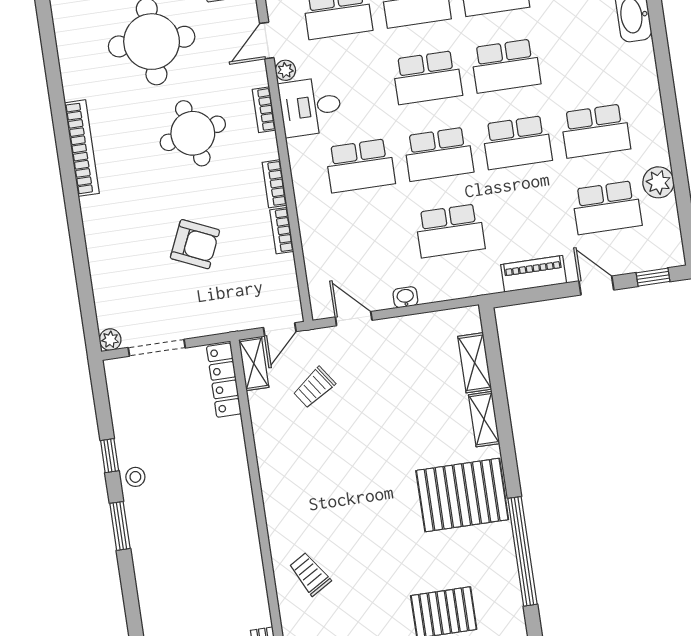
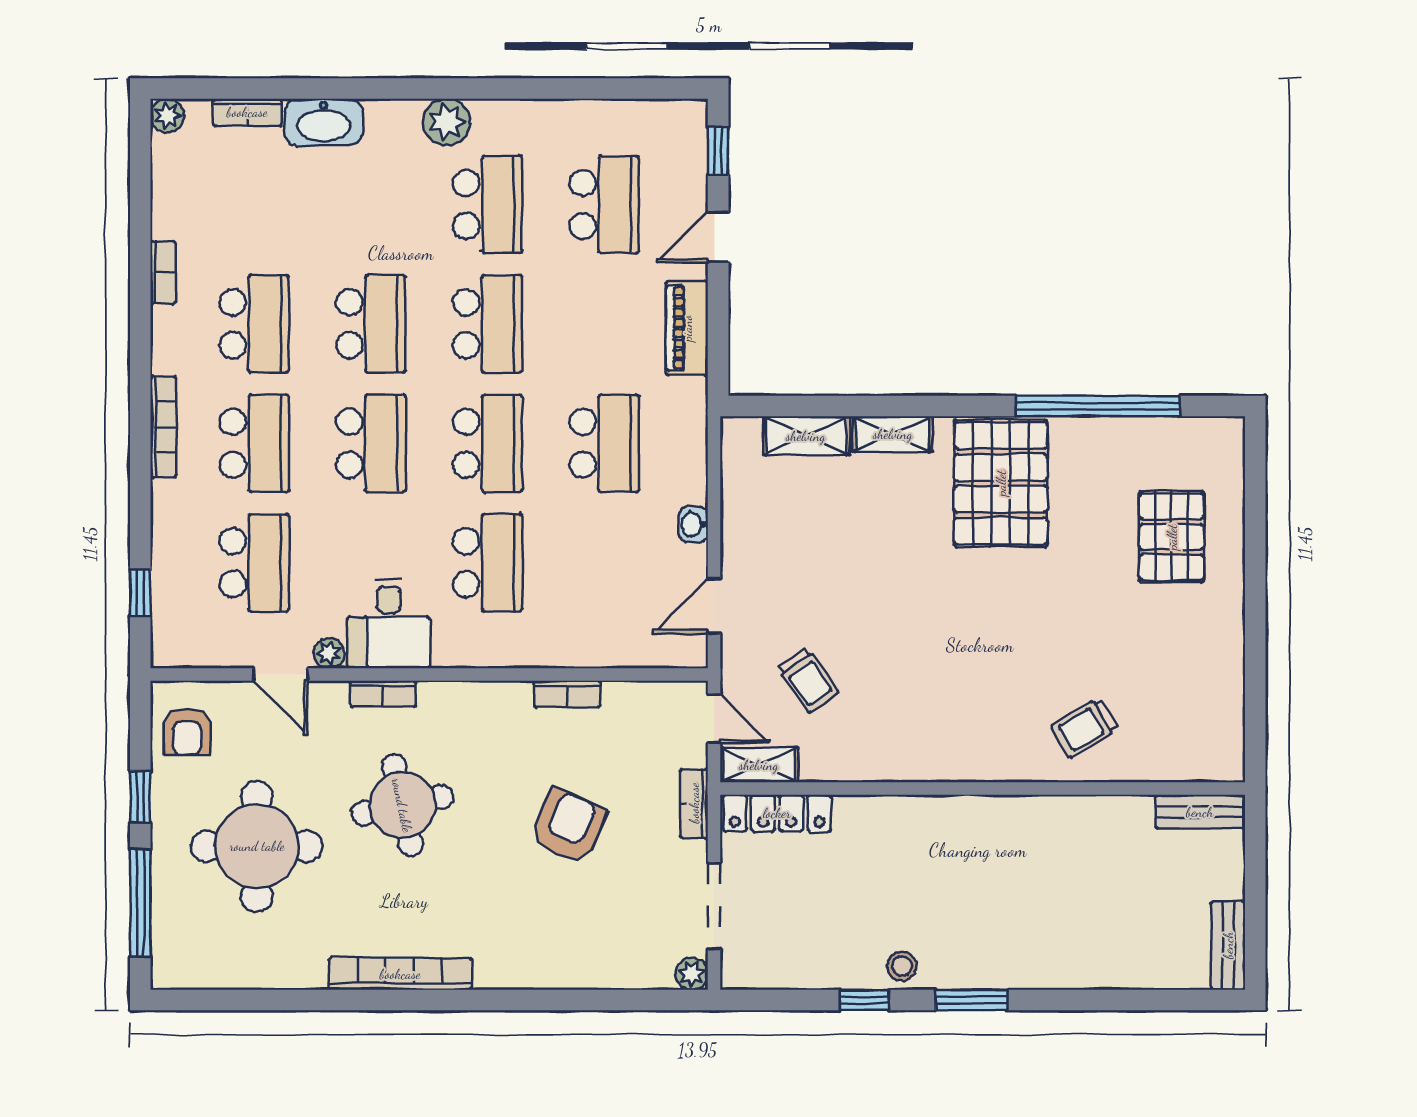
plant: (658, 182) -> (447, 122), moved
bookcase: (274, 184) -> (694, 803), moved, turned 90

